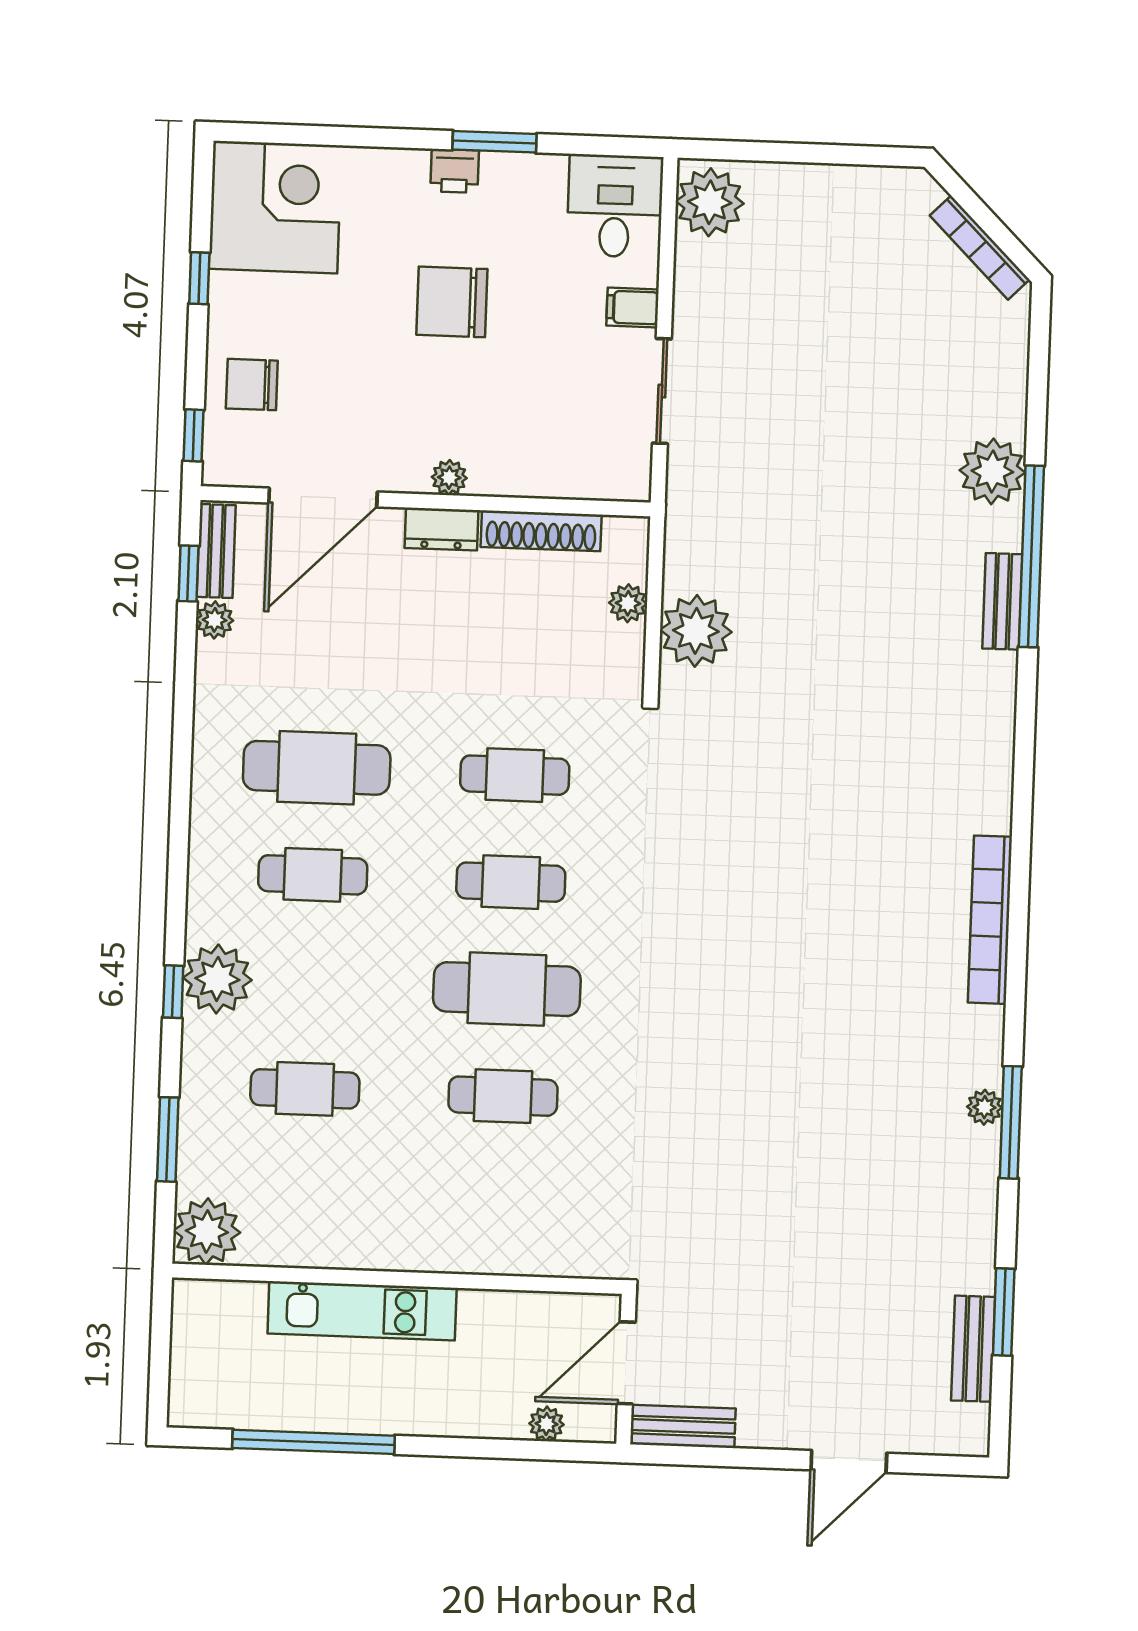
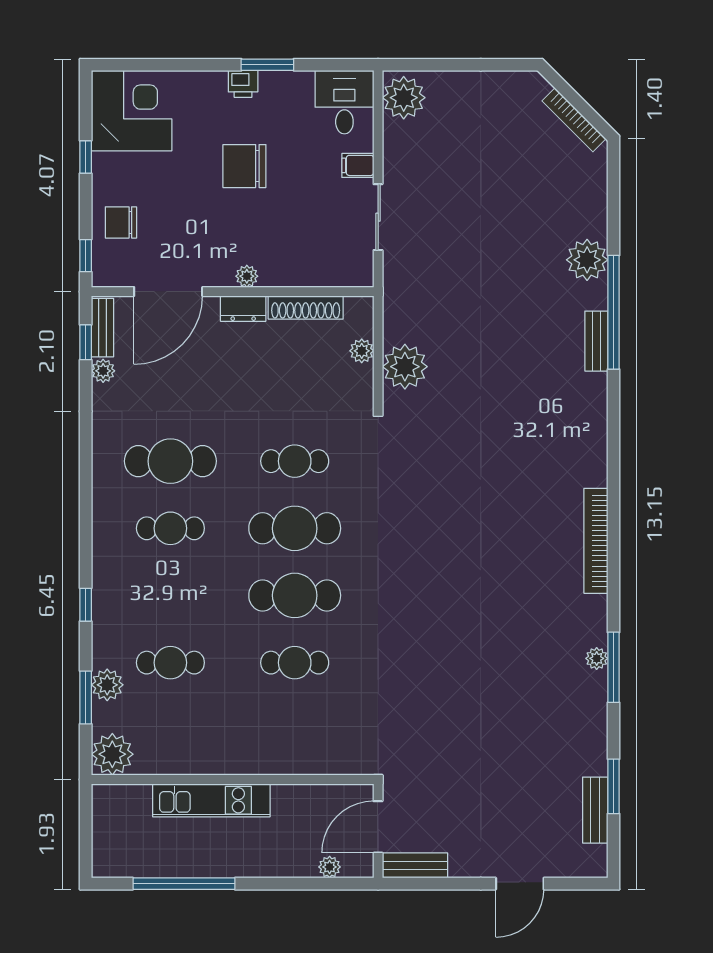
cafe table: (511, 882) -> (295, 528), width x1.37, depth x1.35
plant: (217, 979) -> (107, 685), moved, width x0.73, depth x0.73

